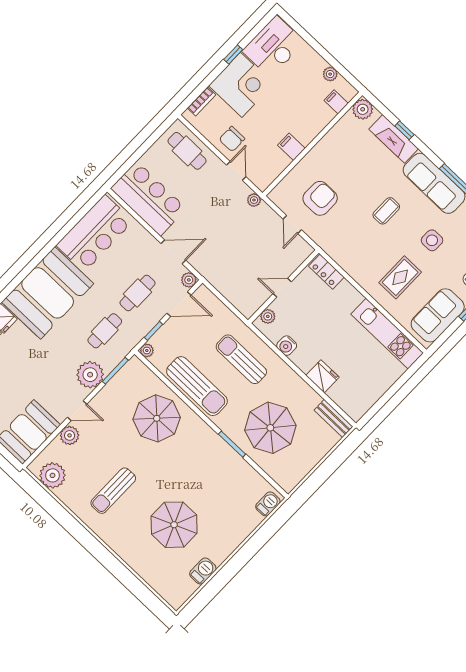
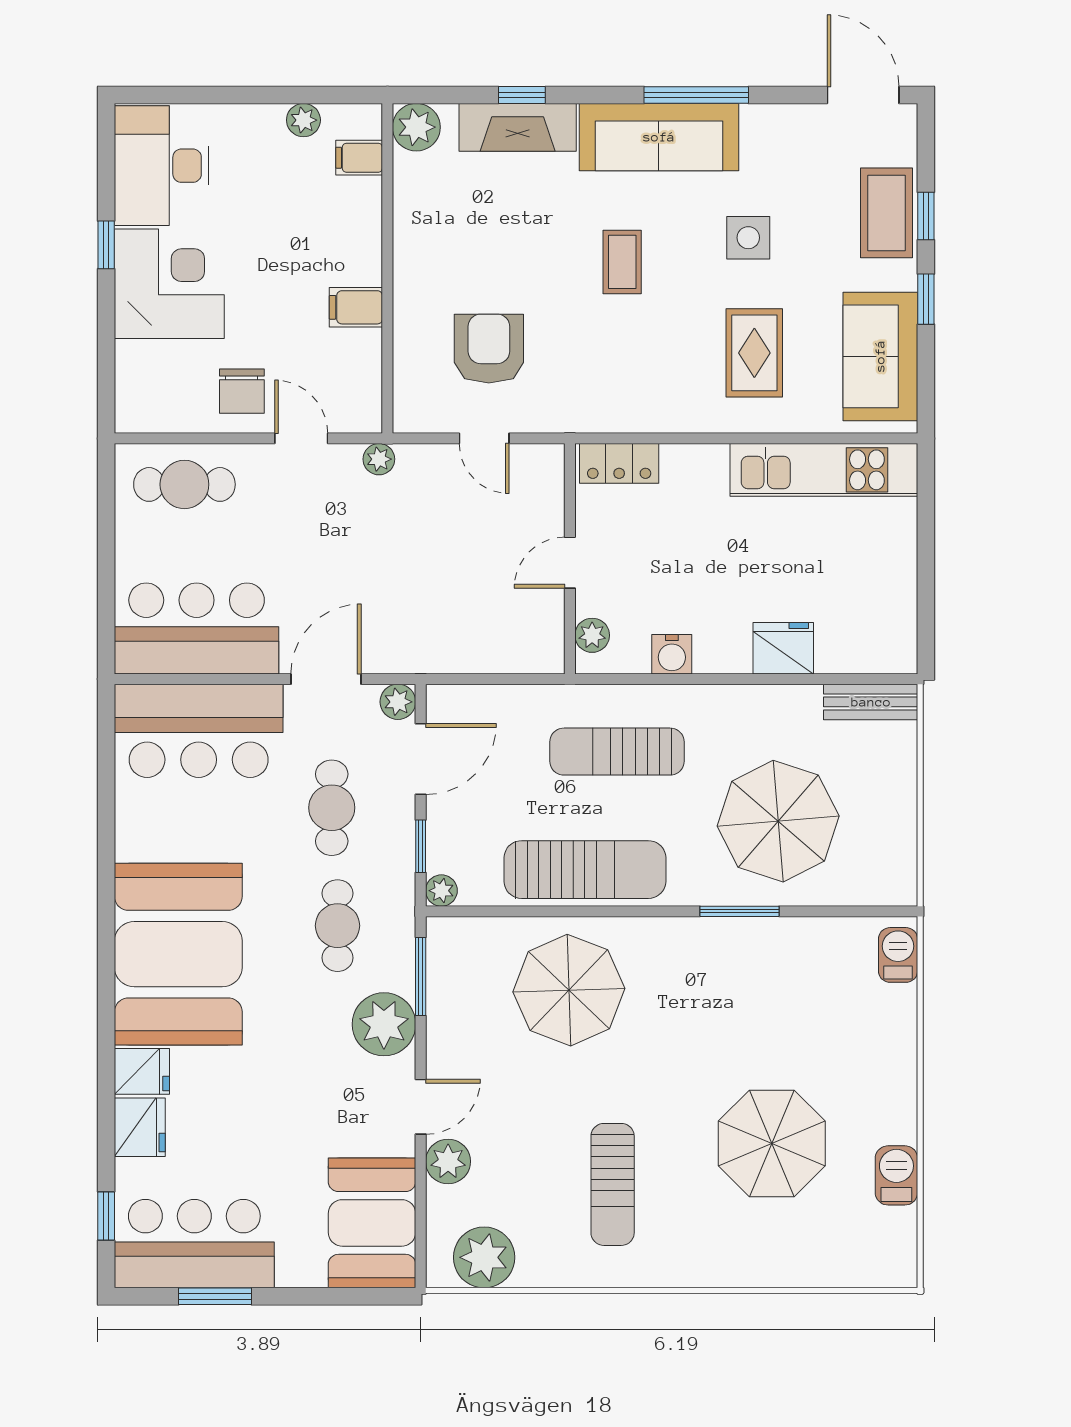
bookcase: (201, 101) -> (128, 376), removed
bar counter: (95, 233) -> (199, 731), moved, turned 90

